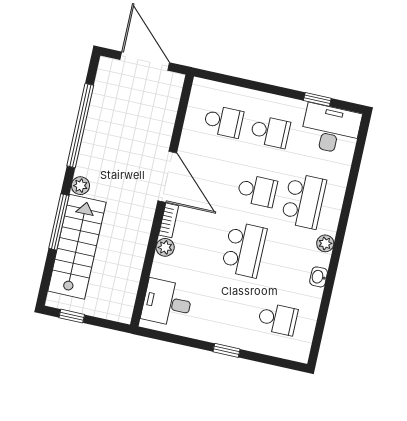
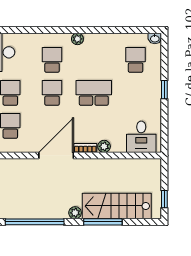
school desk: (304, 201) -> (52, 60), width x0.54
washbasin: (319, 277) -> (155, 38), moved

